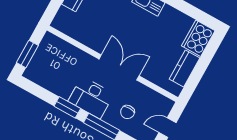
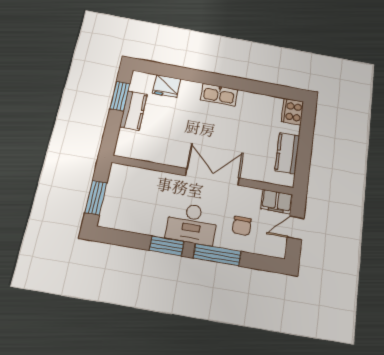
cooker: (198, 38) -> (292, 112), width x0.73, depth x0.76
filing cabinet: (161, 103) -> (277, 202), added

